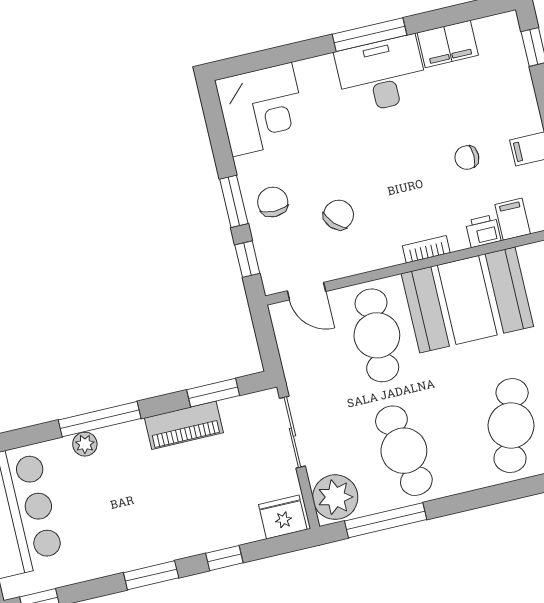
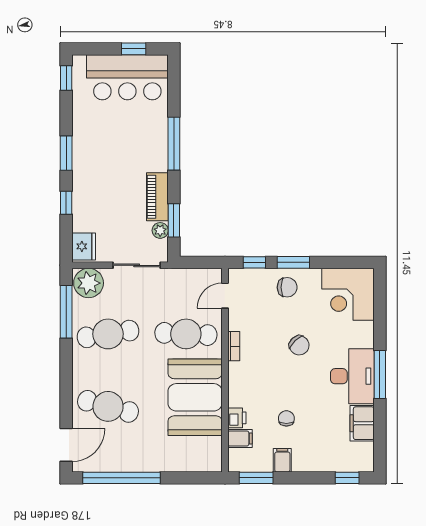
chair: (339, 215) -> (299, 345), moved
bookcase: (426, 249) -> (234, 346), moved
plant: (85, 444) -> (160, 230), moved

